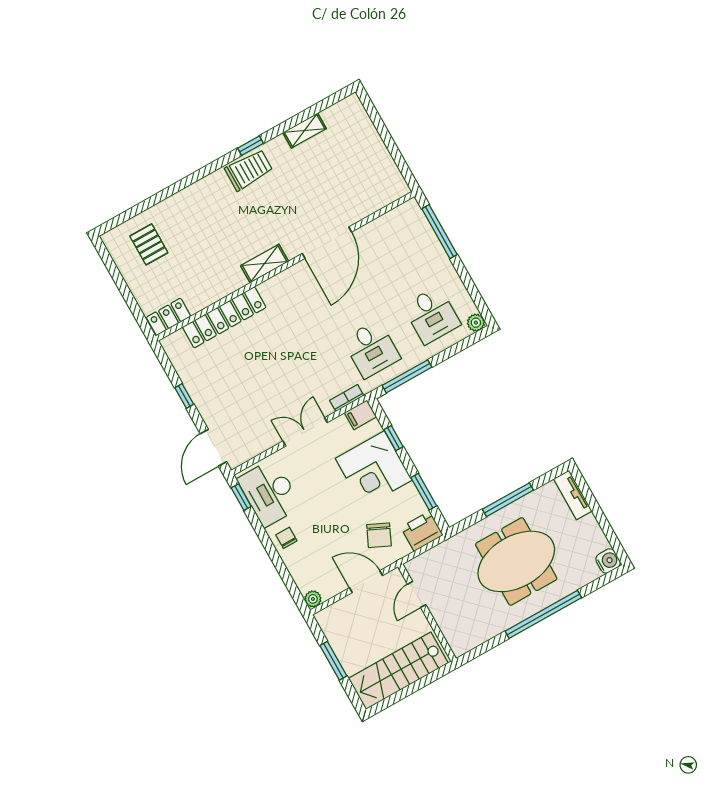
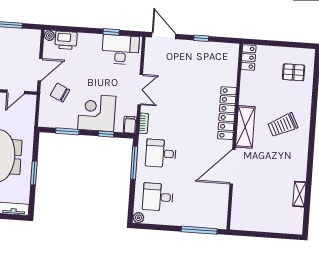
window: (251, 146) -> (310, 160), removed
trolley: (249, 170) -> (283, 125), moved, turned 63
door: (327, 243) -> (232, 167), hinge flipped
shelving: (265, 264) -> (245, 127), width x1.50, depth x1.33
locker: (224, 317) -> (227, 113), moved
window: (241, 497) -> (111, 32), moved
window: (508, 500) -> (34, 173), width x0.69
printer: (422, 531) -> (66, 40), moved, turned 90
chair: (286, 538) -> (91, 43), removed
door: (417, 594) -> (16, 92), swing flipped

